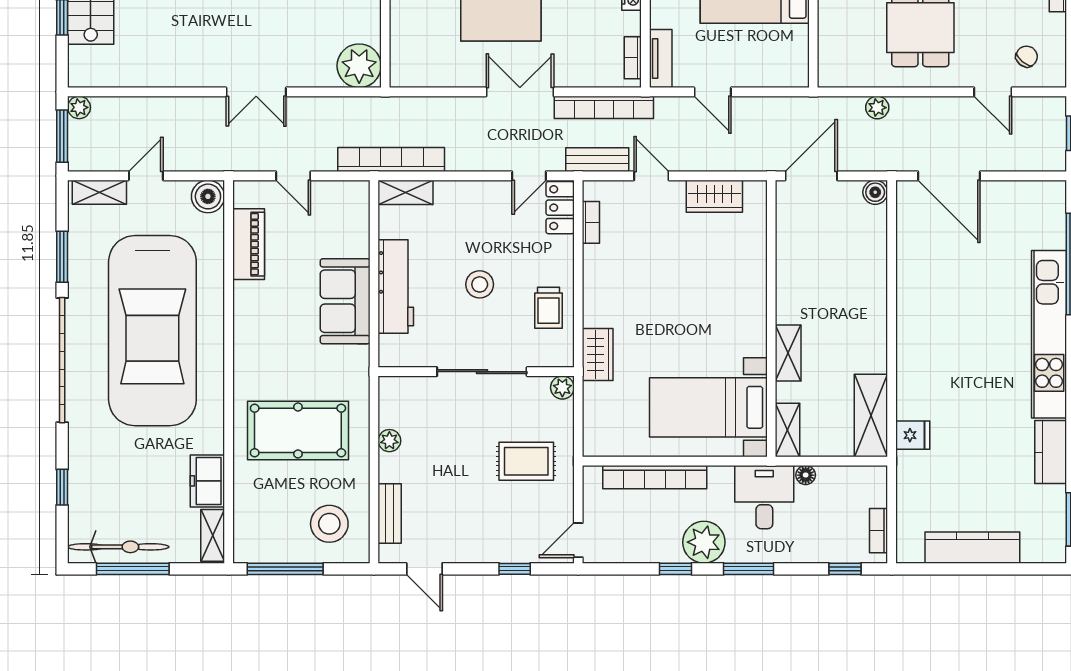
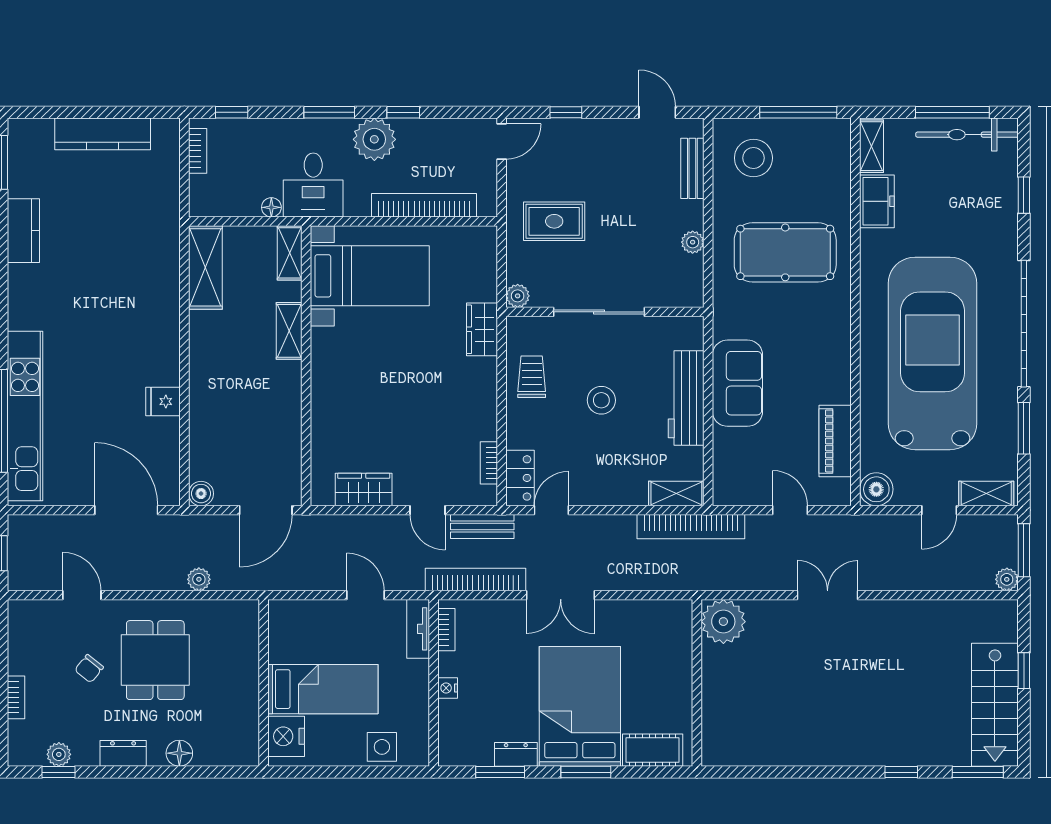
chair: (1027, 57) -> (89, 669), moved
kitchen unit: (1049, 334) -> (25, 416), moved
fridge: (913, 435) -> (163, 401), moved

